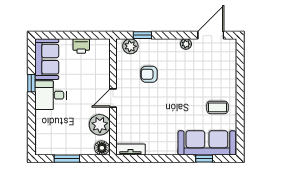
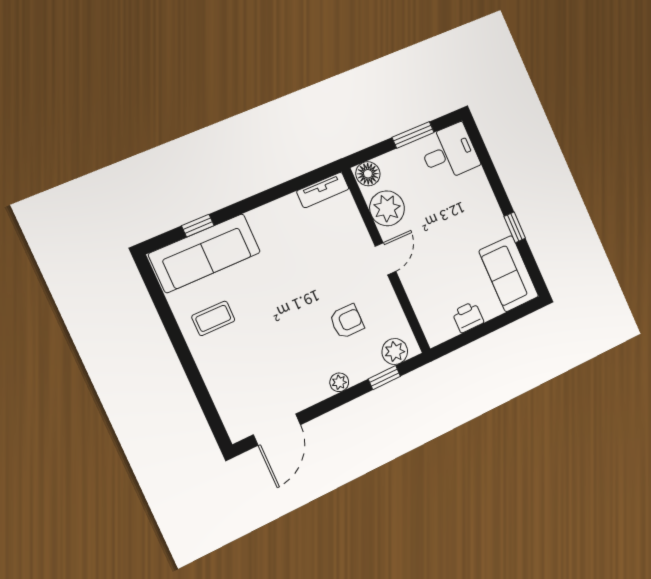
plant: (186, 44) -> (339, 382), moved
desk: (51, 95) -> (449, 152), moved

